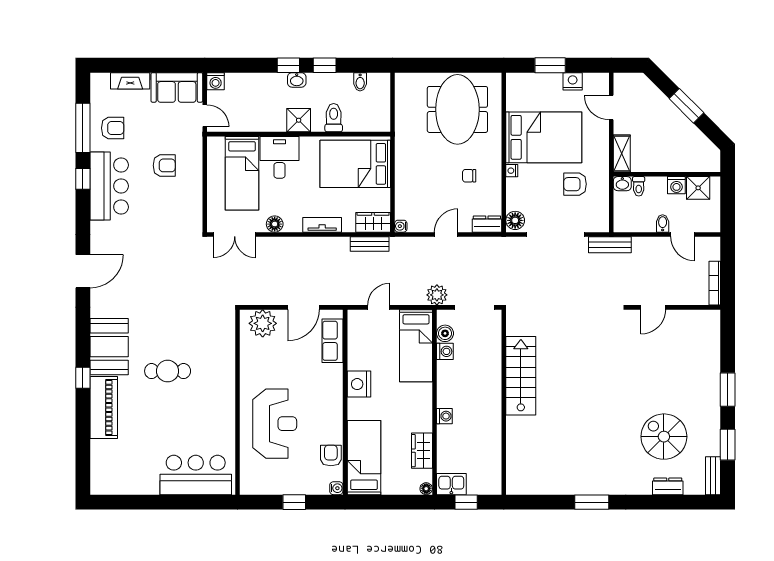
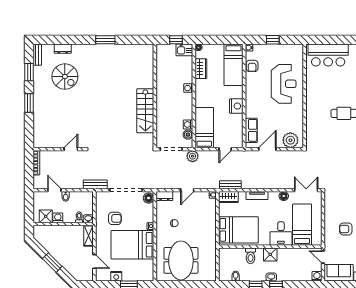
reception desk: (275, 424) -> (284, 84), turned 180

